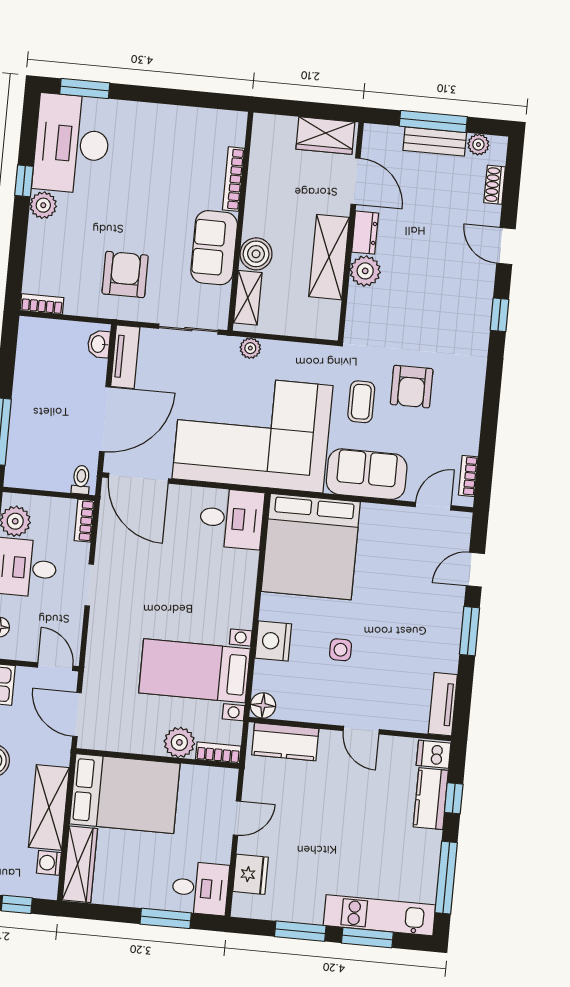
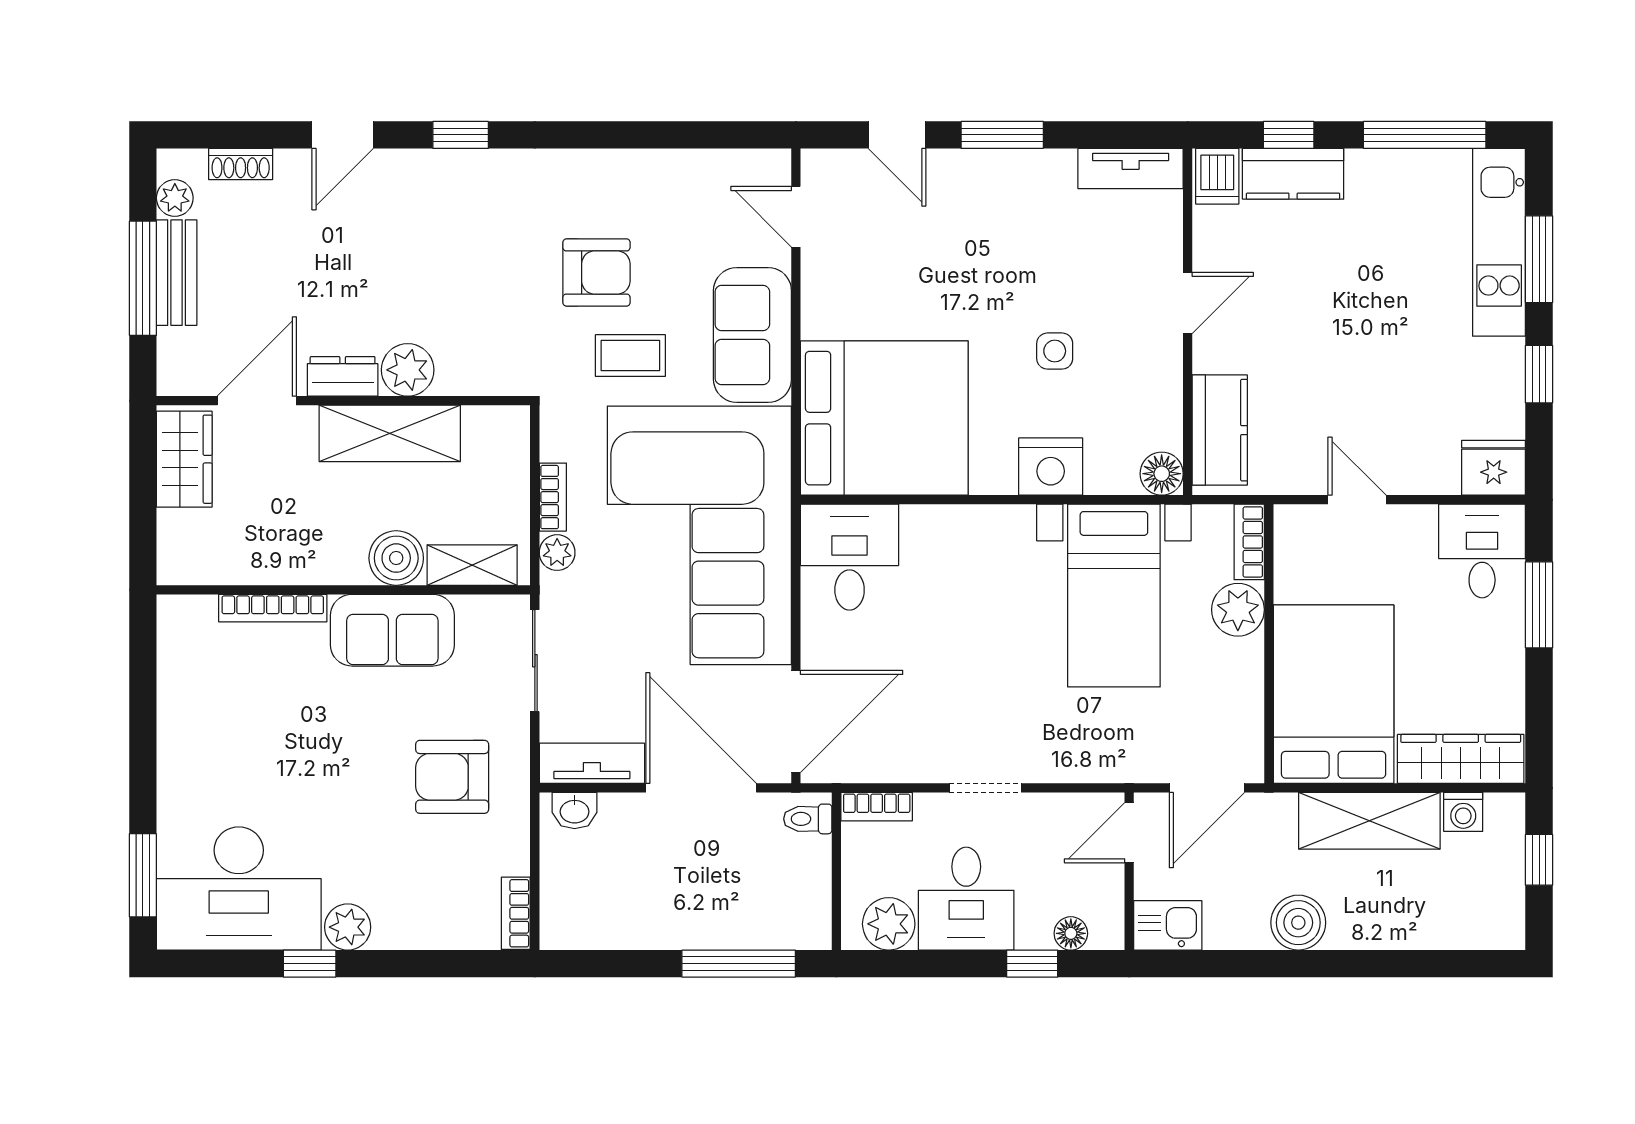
bookcase: (468, 476) -> (553, 497), moved, turned -90
fridge: (251, 874) -> (1494, 468), moved
window: (300, 931) -> (1539, 374), width x0.67

